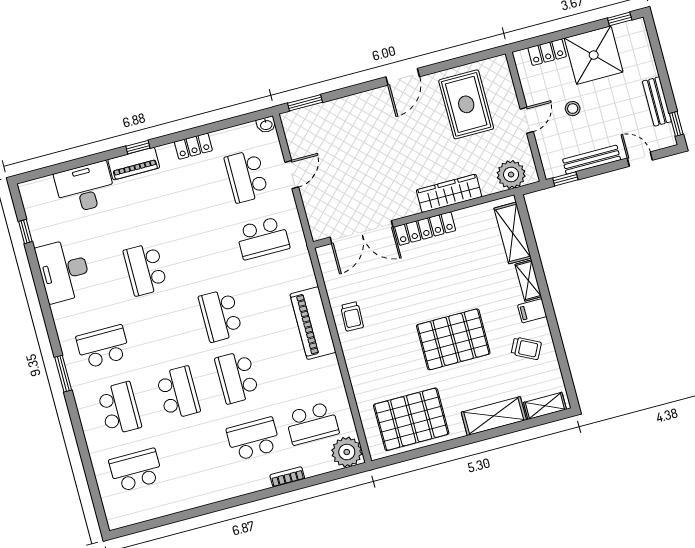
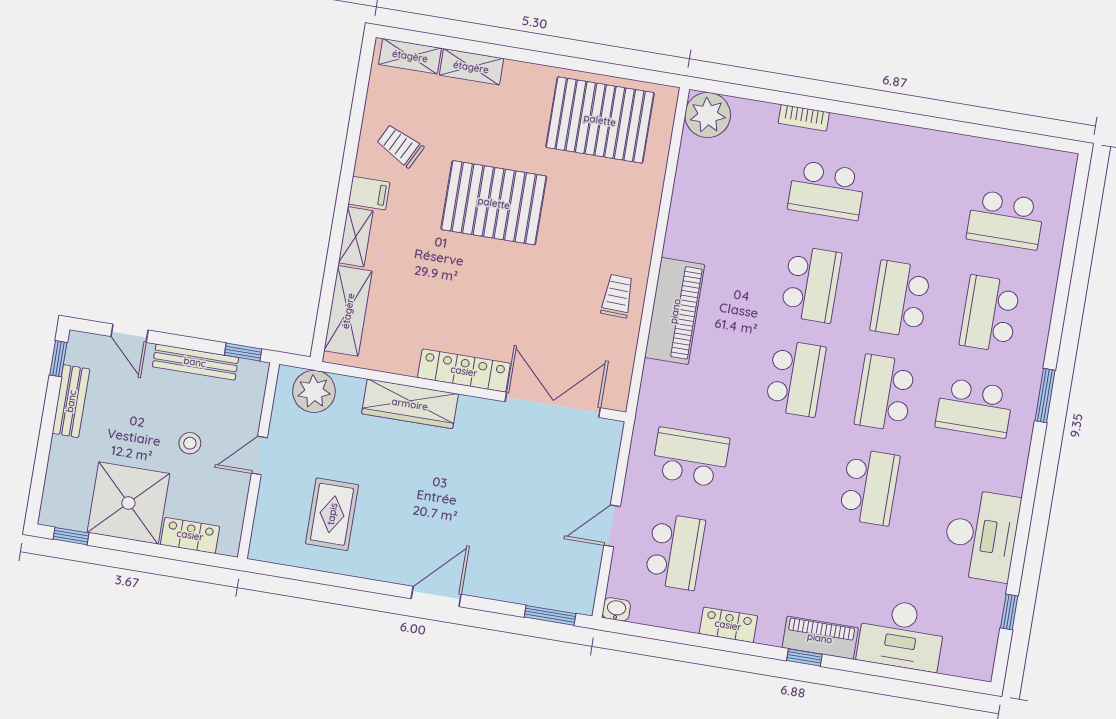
door: (403, 77) -> (436, 596), moved
rug: (466, 104) -> (332, 514), width x0.73, depth x0.70
shelving: (494, 416) -> (471, 67), width x0.67, depth x0.75
school desk: (312, 423) -> (885, 393), moved, turned -90

